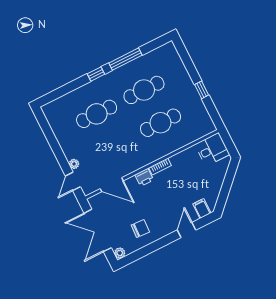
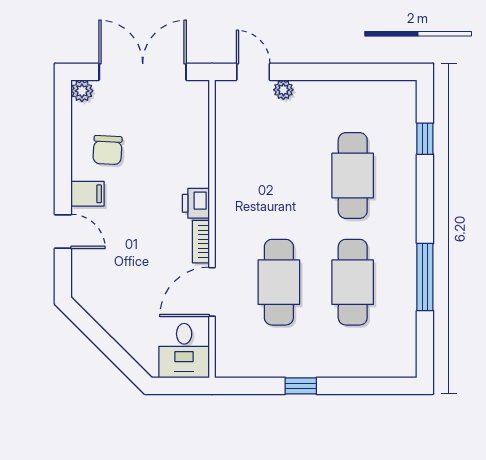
window: (96, 74) -> (425, 139), moved
door: (112, 185) -> (212, 292), moved
filing cabinet: (202, 209) -> (88, 194), moved

